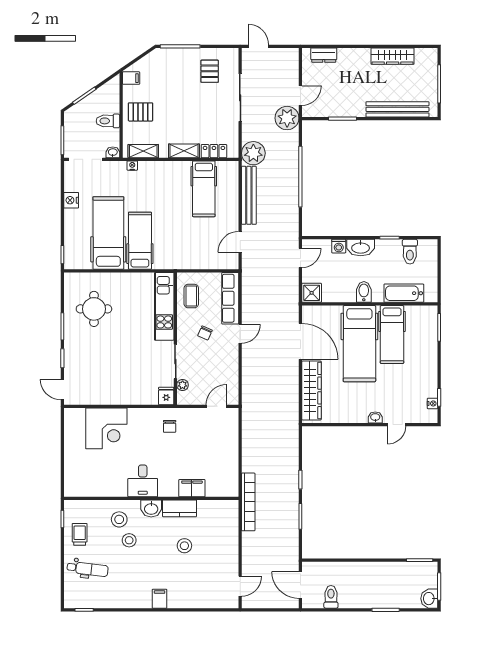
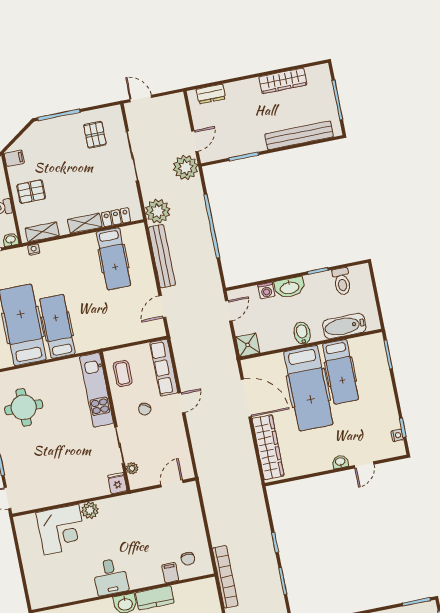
plant: (136, 416) -> (90, 510), added
chair: (170, 426) -> (188, 559), moved
filing cabinet: (192, 488) -> (170, 573), width x0.50

